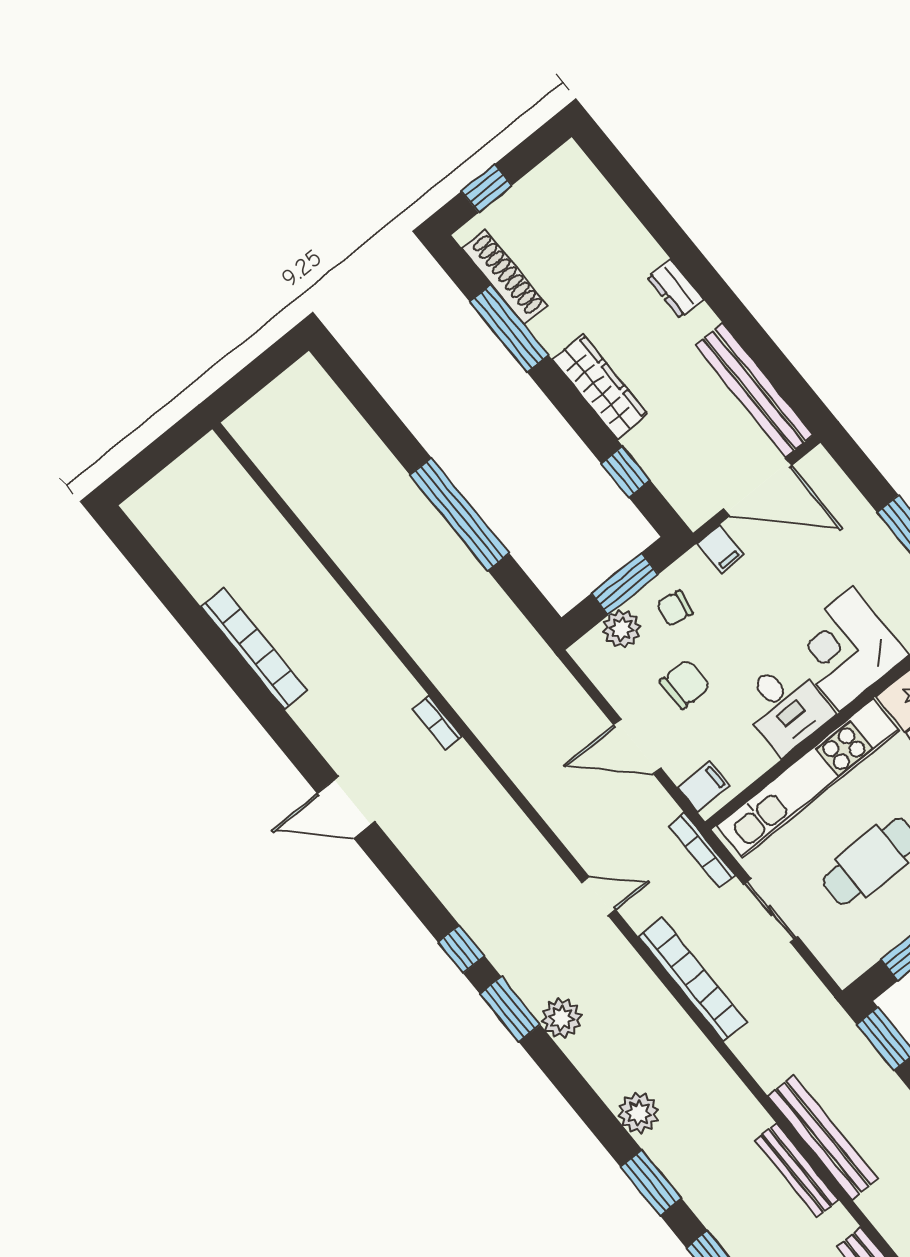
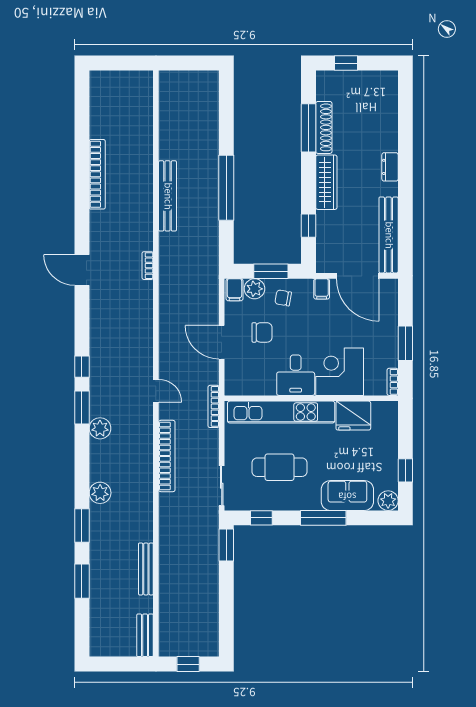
shoe rack: (505, 277) -> (324, 127), moved
filing cabinet: (704, 786) -> (235, 290), moved, turned 90
sliding door: (771, 910) -> (222, 486), moved
bench: (823, 1137) -> (168, 196), moved

